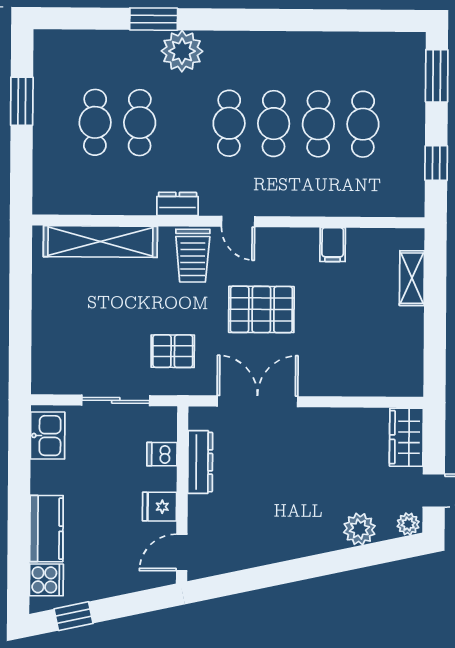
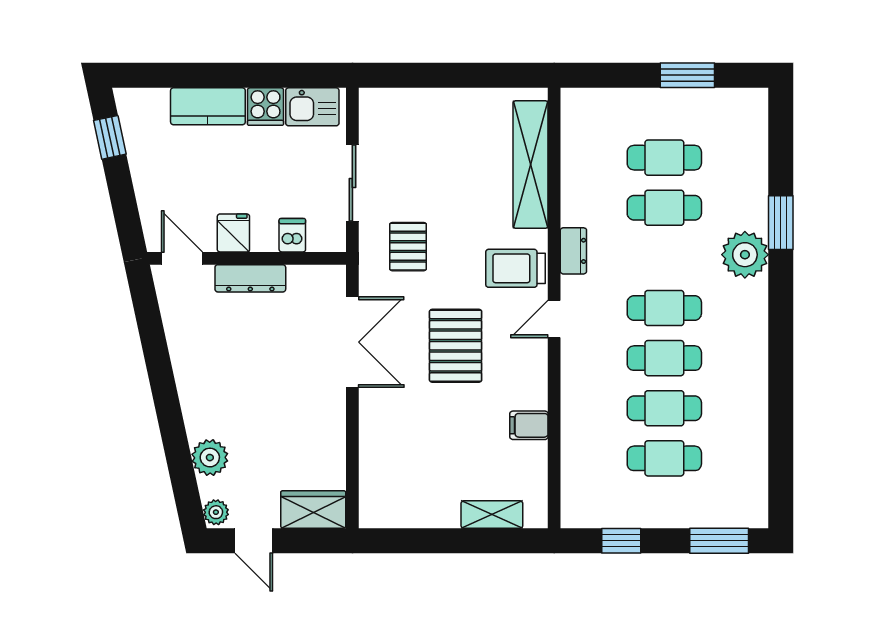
dresser: (200, 462) -> (250, 278), moved
cooker: (46, 580) -> (266, 107), moved

